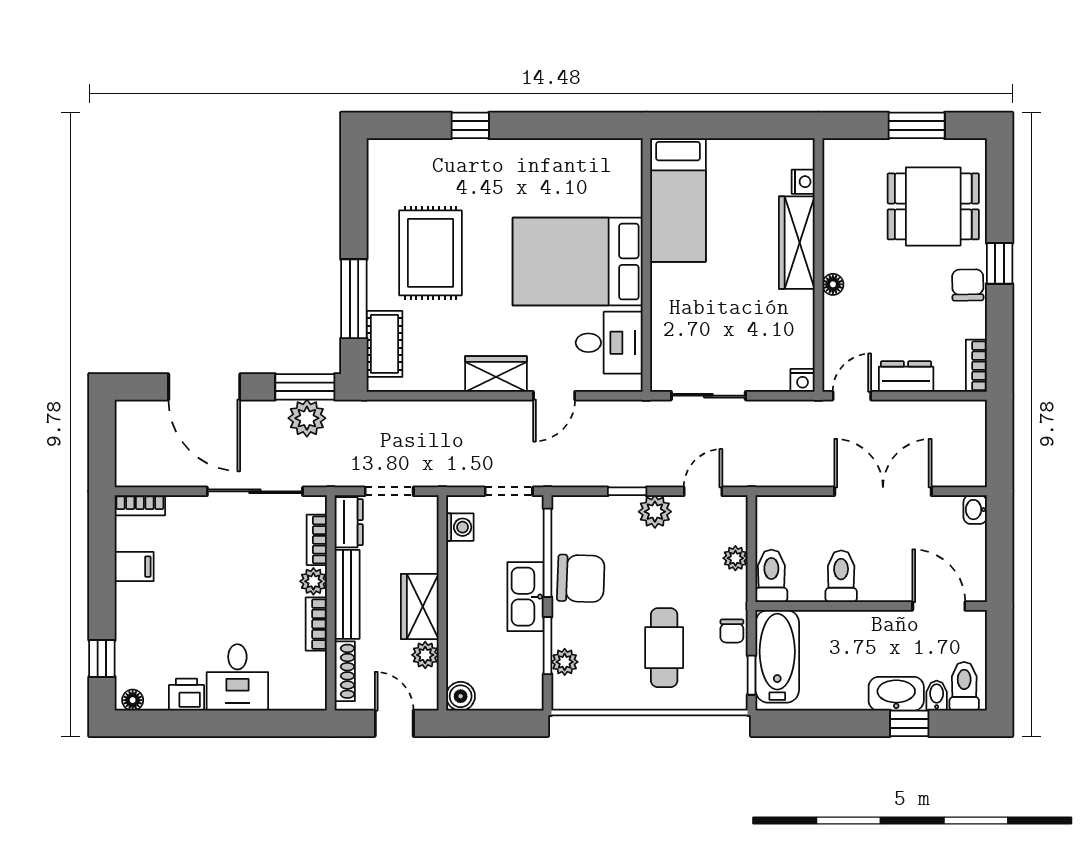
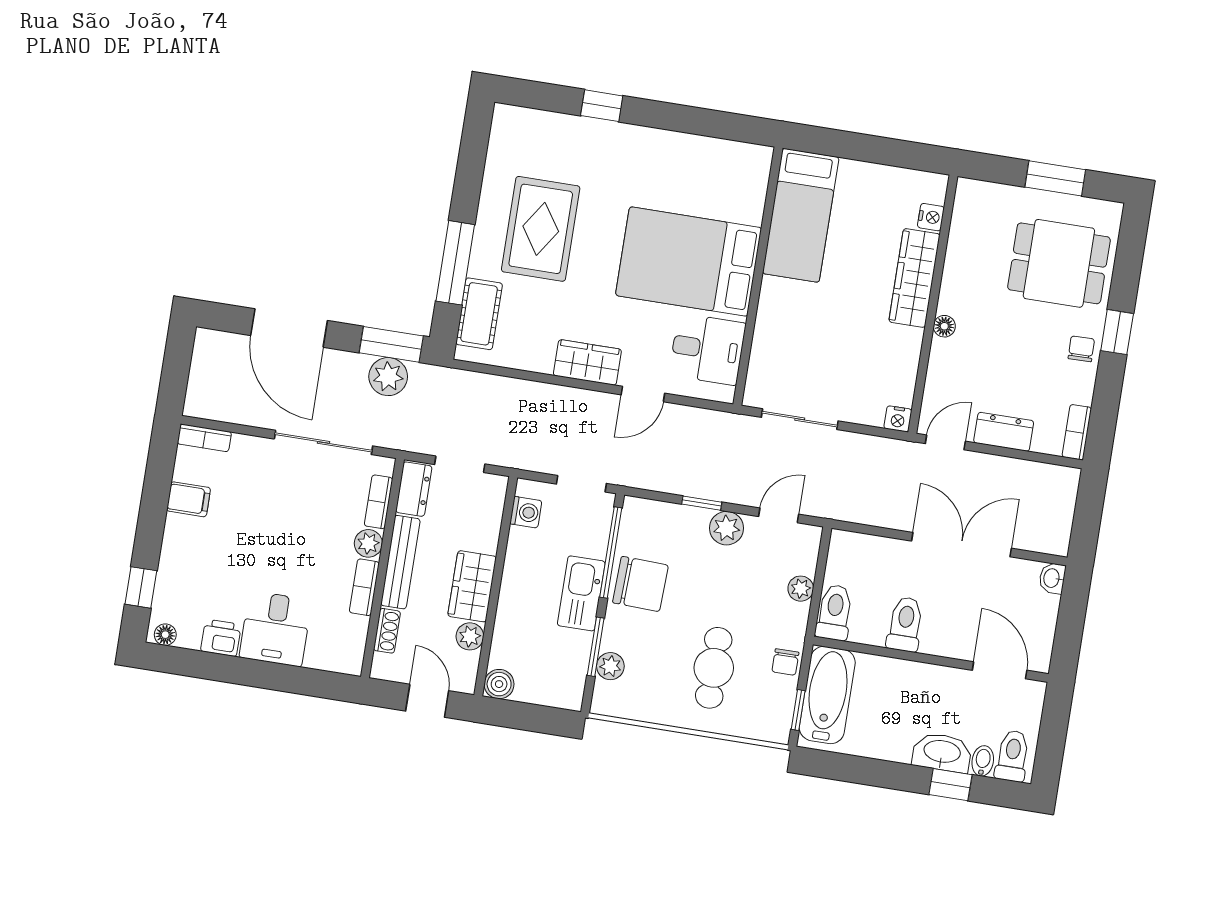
chair: (968, 285) -> (1081, 349), width x0.73, depth x0.73
shoe rack: (345, 671) -> (387, 631), width x0.70

